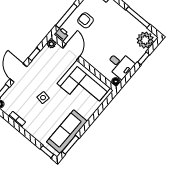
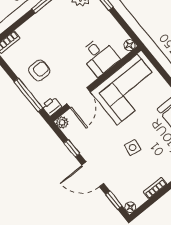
armchair: (85, 20) -> (39, 70), turned 180
door: (71, 52) -> (78, 98), swing flipped
desk: (120, 65) -> (99, 56), moved, turned 90

